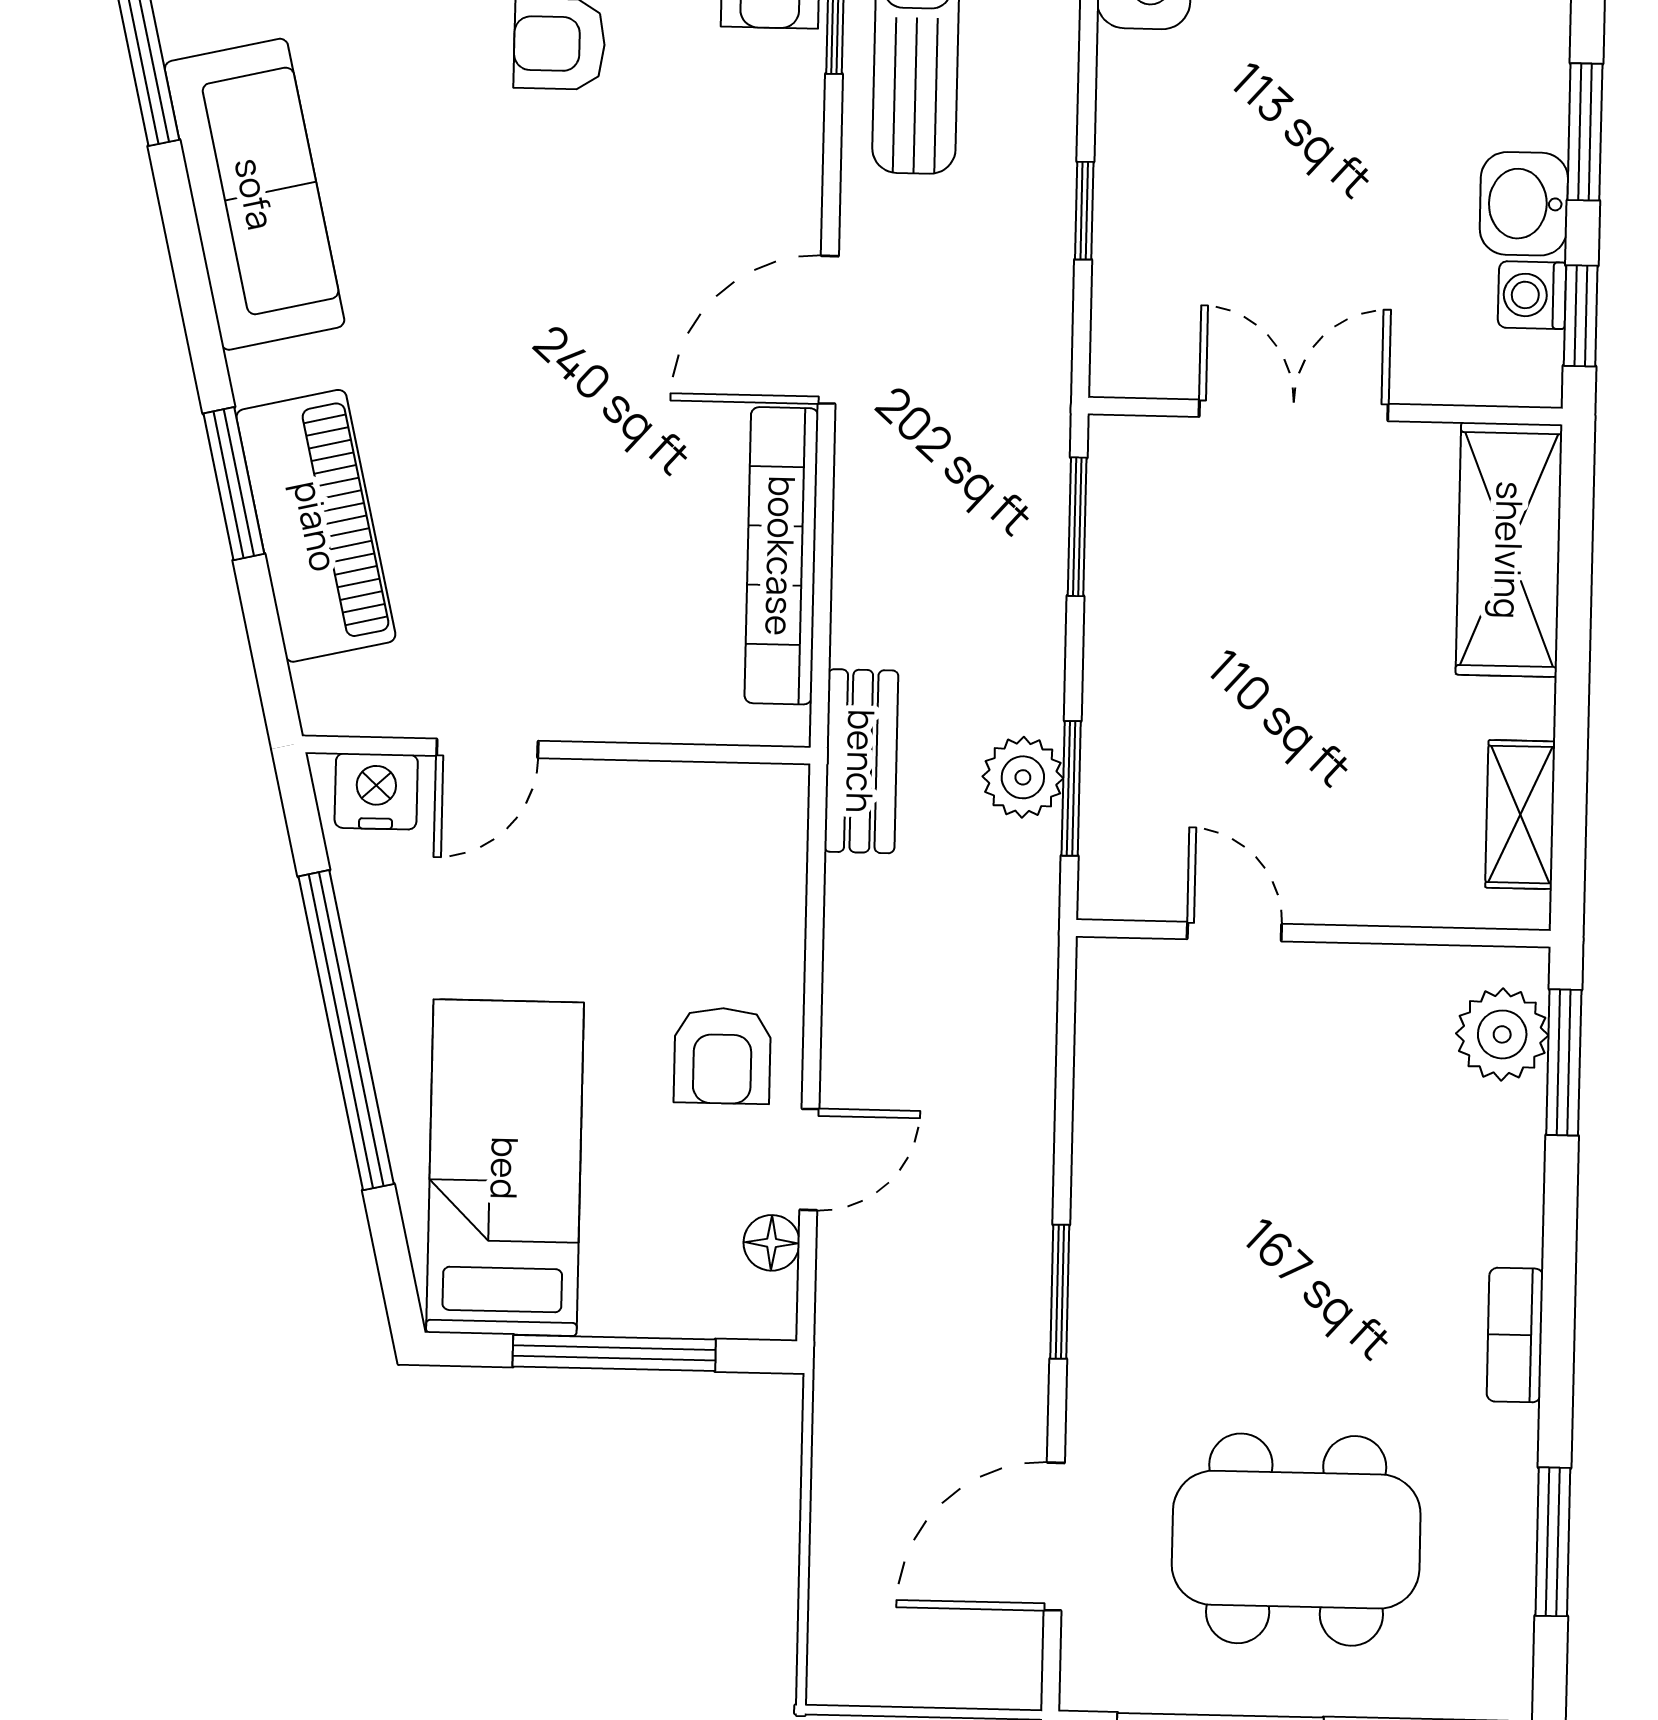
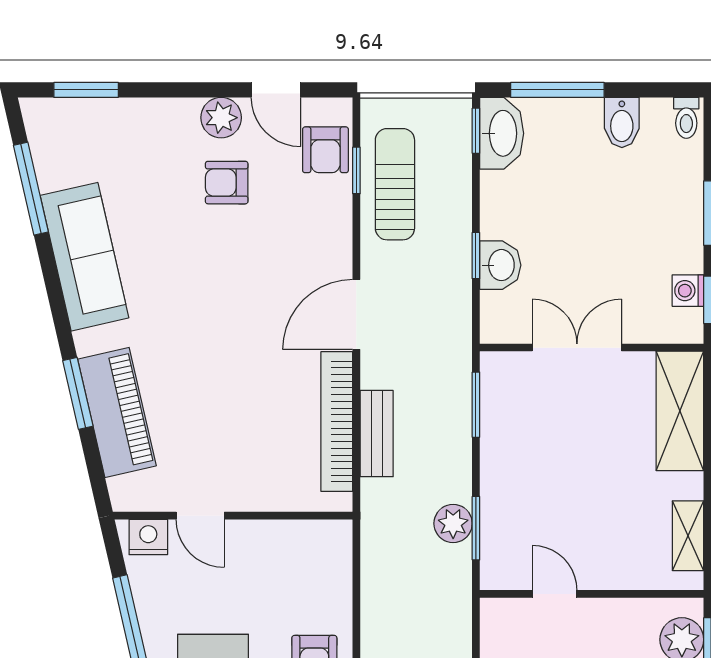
washbasin: (1524, 204) -> (500, 265), moved, turned 180
door: (487, 748) -> (200, 516), hinge flipped
bench: (861, 761) -> (377, 434), moved

